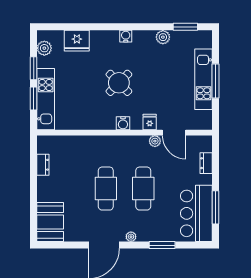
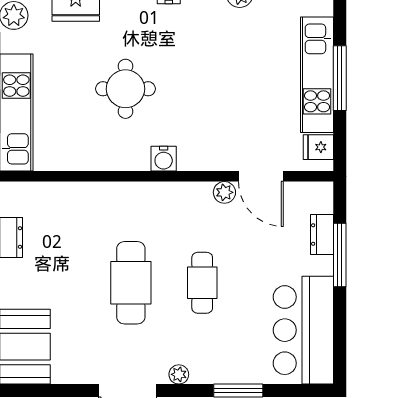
round table: (119, 83) -> (125, 89), moved, turned 45
fridge: (150, 122) -> (318, 147), moved, turned -90
cafe table: (143, 189) -> (202, 283), width x0.73, depth x0.74
window: (215, 207) -> (340, 255), moved

